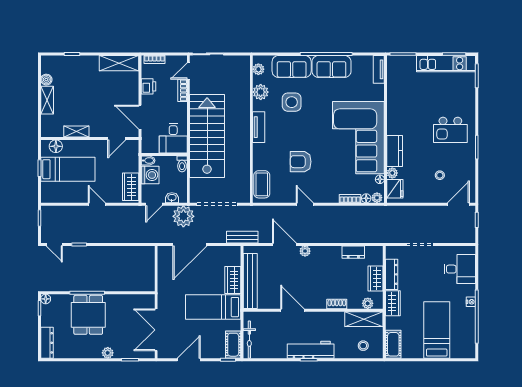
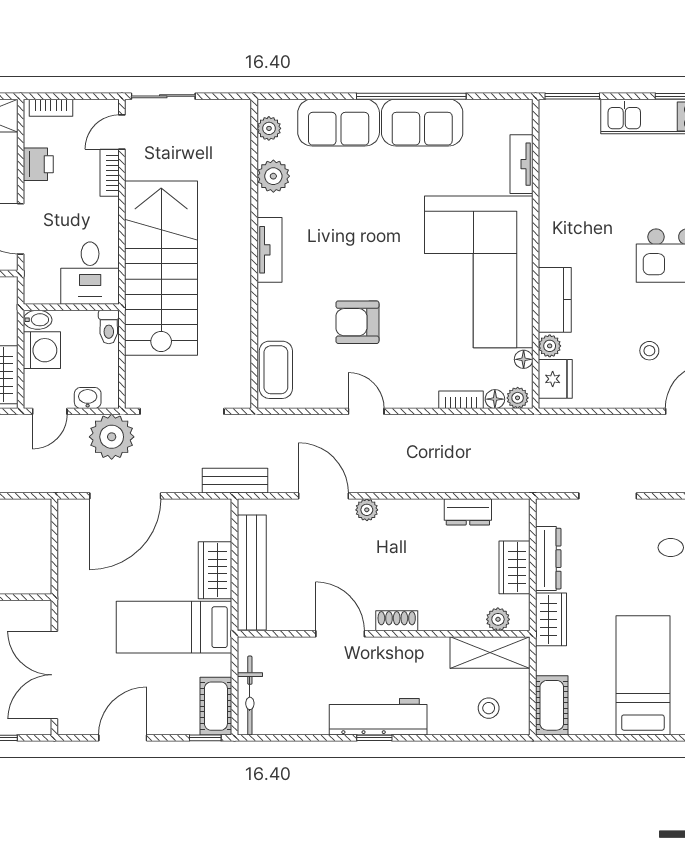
tv unit: (379, 69) -> (522, 164), moved
side table: (292, 102) -> (339, 197), removed
shoe rack: (337, 304) -> (397, 621), moved

